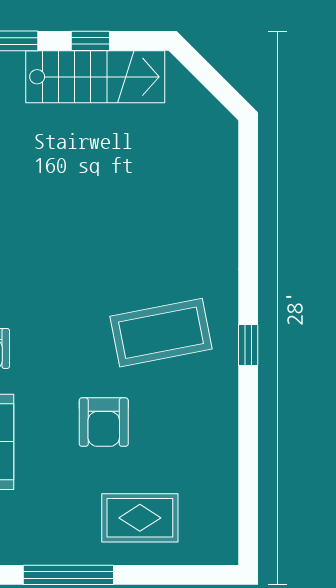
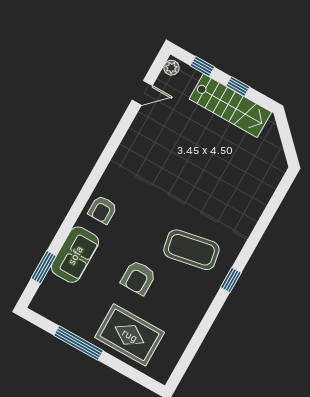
rug: (140, 518) -> (130, 335), width x1.36, depth x1.43

